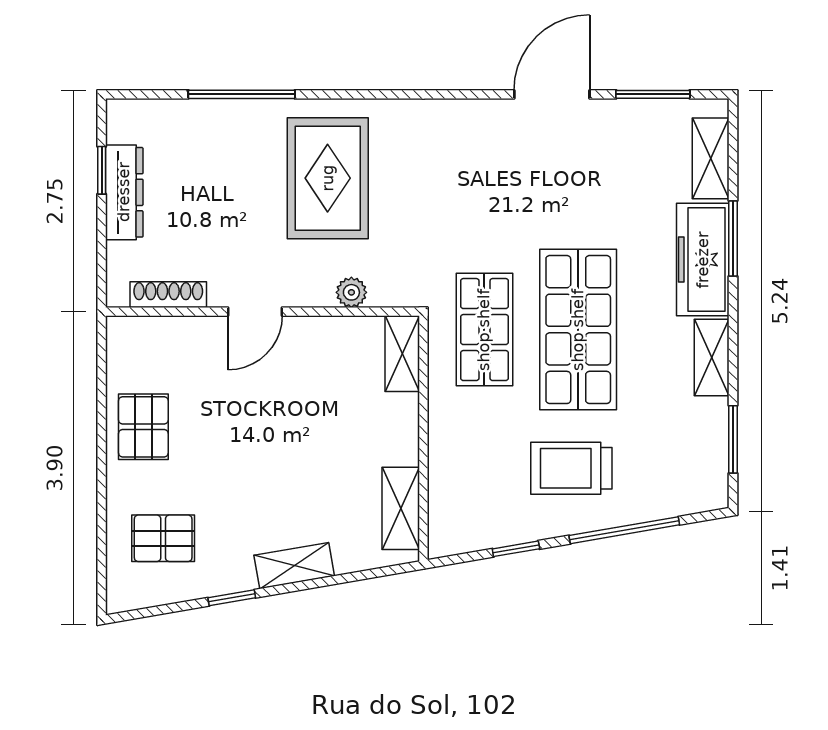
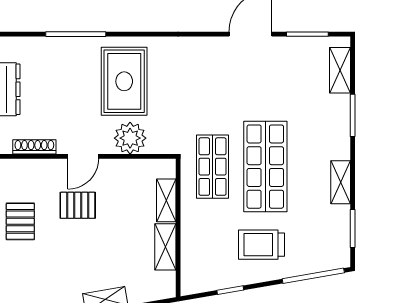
freezer: (703, 260) -> (336, 127), removed
plant: (351, 292) -> (130, 138), width x1.88, depth x1.88
shelving: (402, 354) -> (166, 200), moved
shelving: (401, 508) -> (165, 247), moved
window: (624, 530) -> (313, 276), moved
pallet: (163, 538) -> (78, 205), moved

